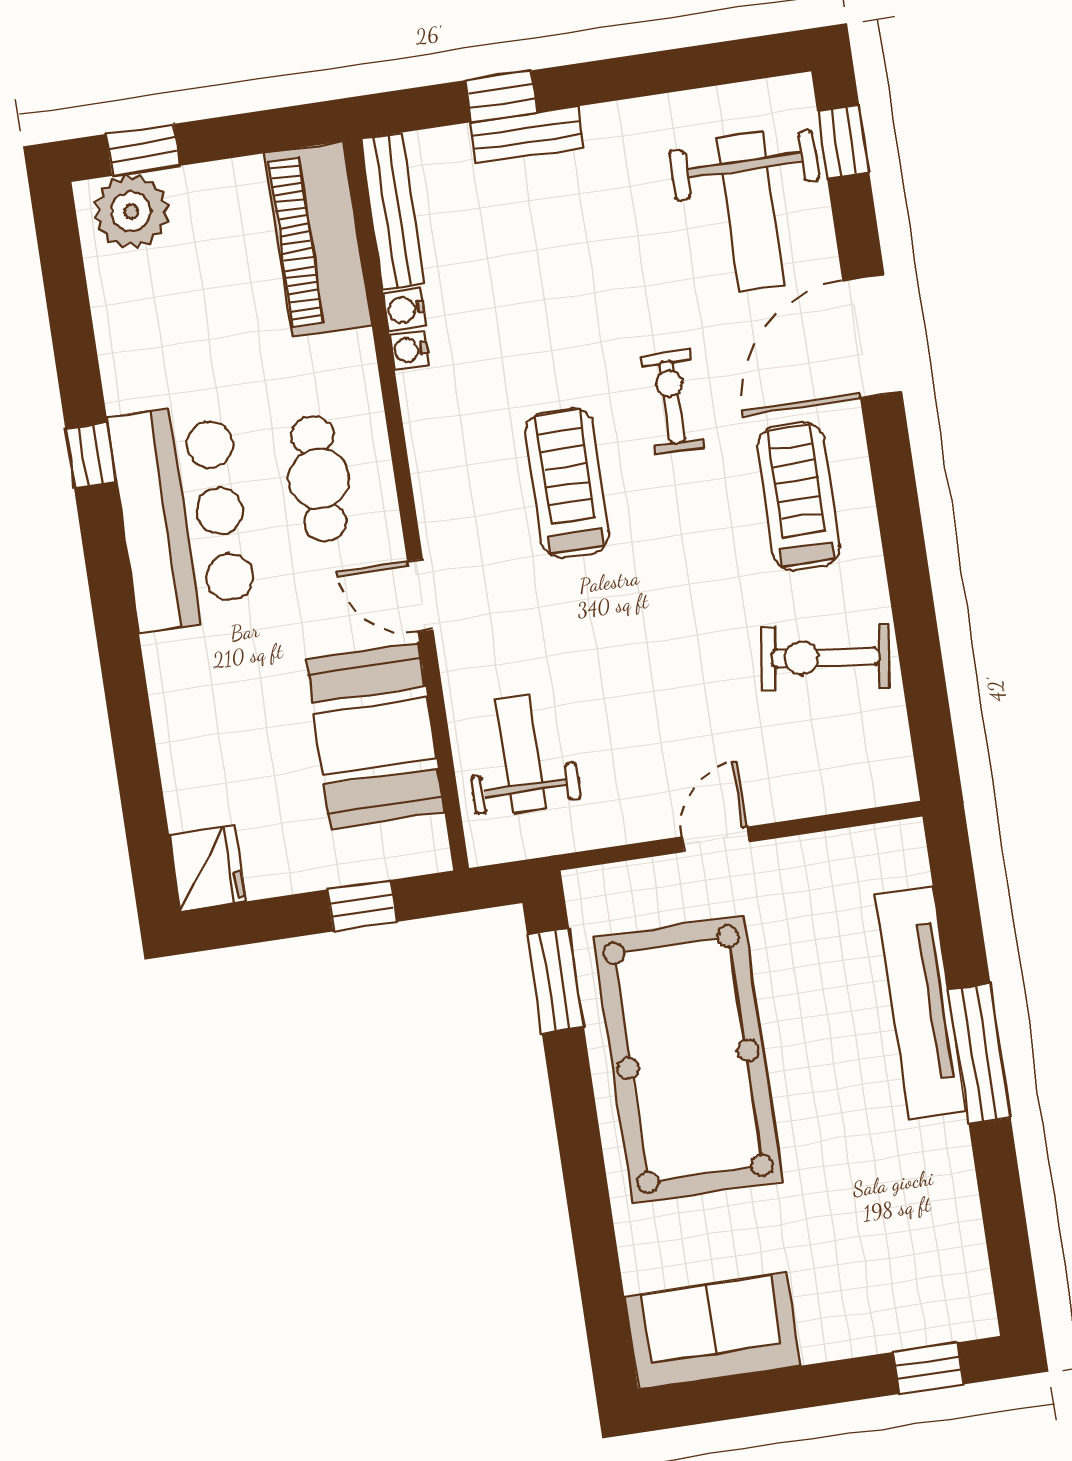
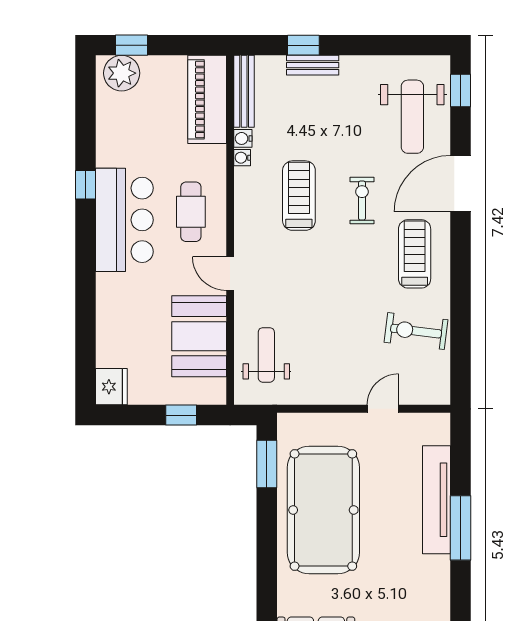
treadmill: (567, 483) -> (299, 196), moved
door: (715, 839) -> (383, 409), moved

